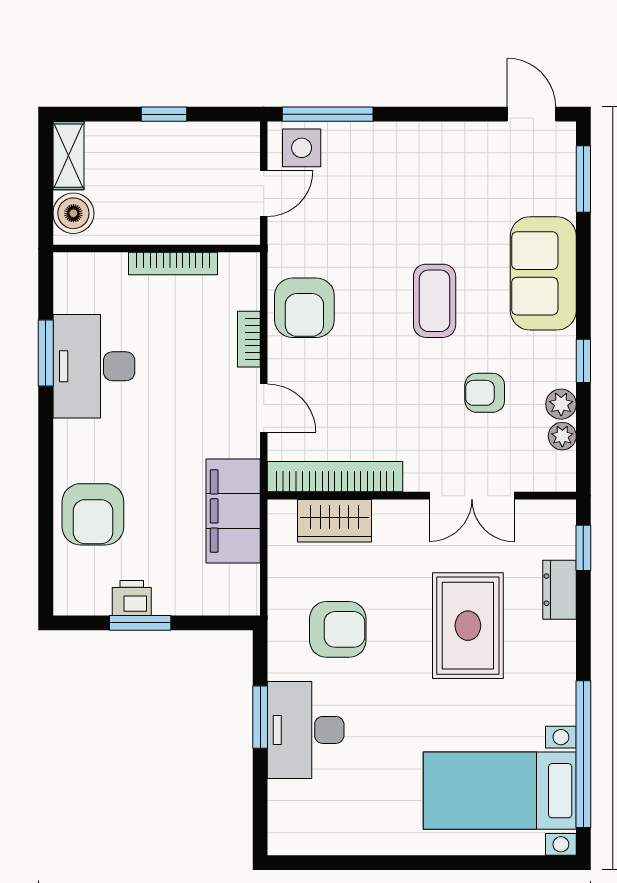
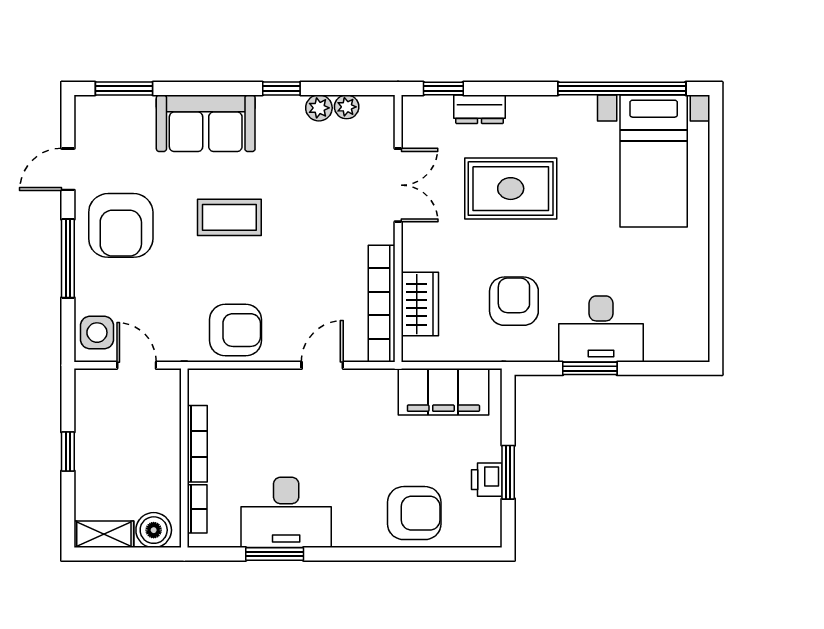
window: (328, 114) -> (68, 258), moved
door: (531, 114) -> (68, 169), moved
bookcase: (249, 339) -> (197, 509), moved, turned -90
armchair: (485, 393) -> (121, 225), moved, width x1.88, depth x1.88
filing cabinet: (233, 511) -> (443, 392), moved

